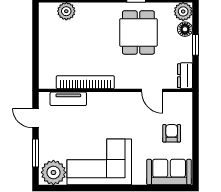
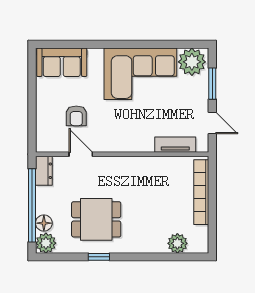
dining table: (138, 32) -> (96, 219), turned 90
window: (196, 45) -> (32, 205), width x3.17
bookcase: (85, 82) -> (201, 192), moved, turned 90
armchair: (172, 133) -> (76, 116), moved

